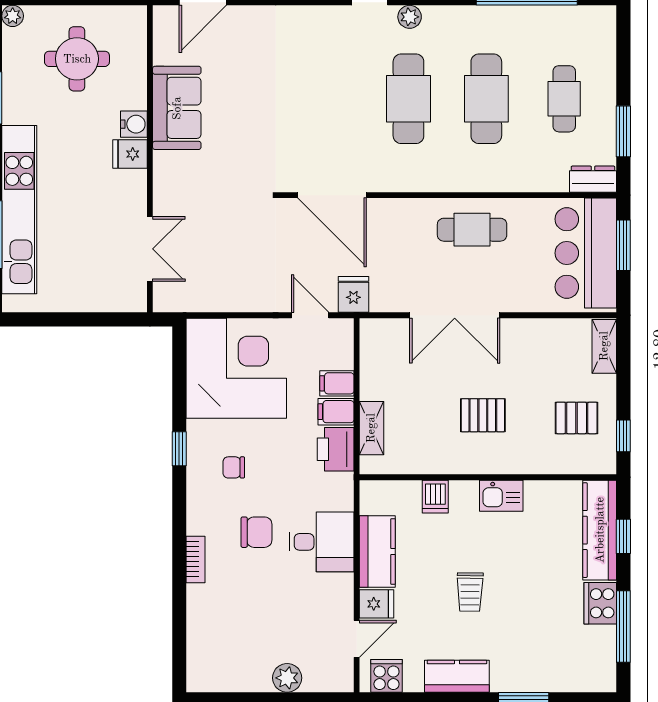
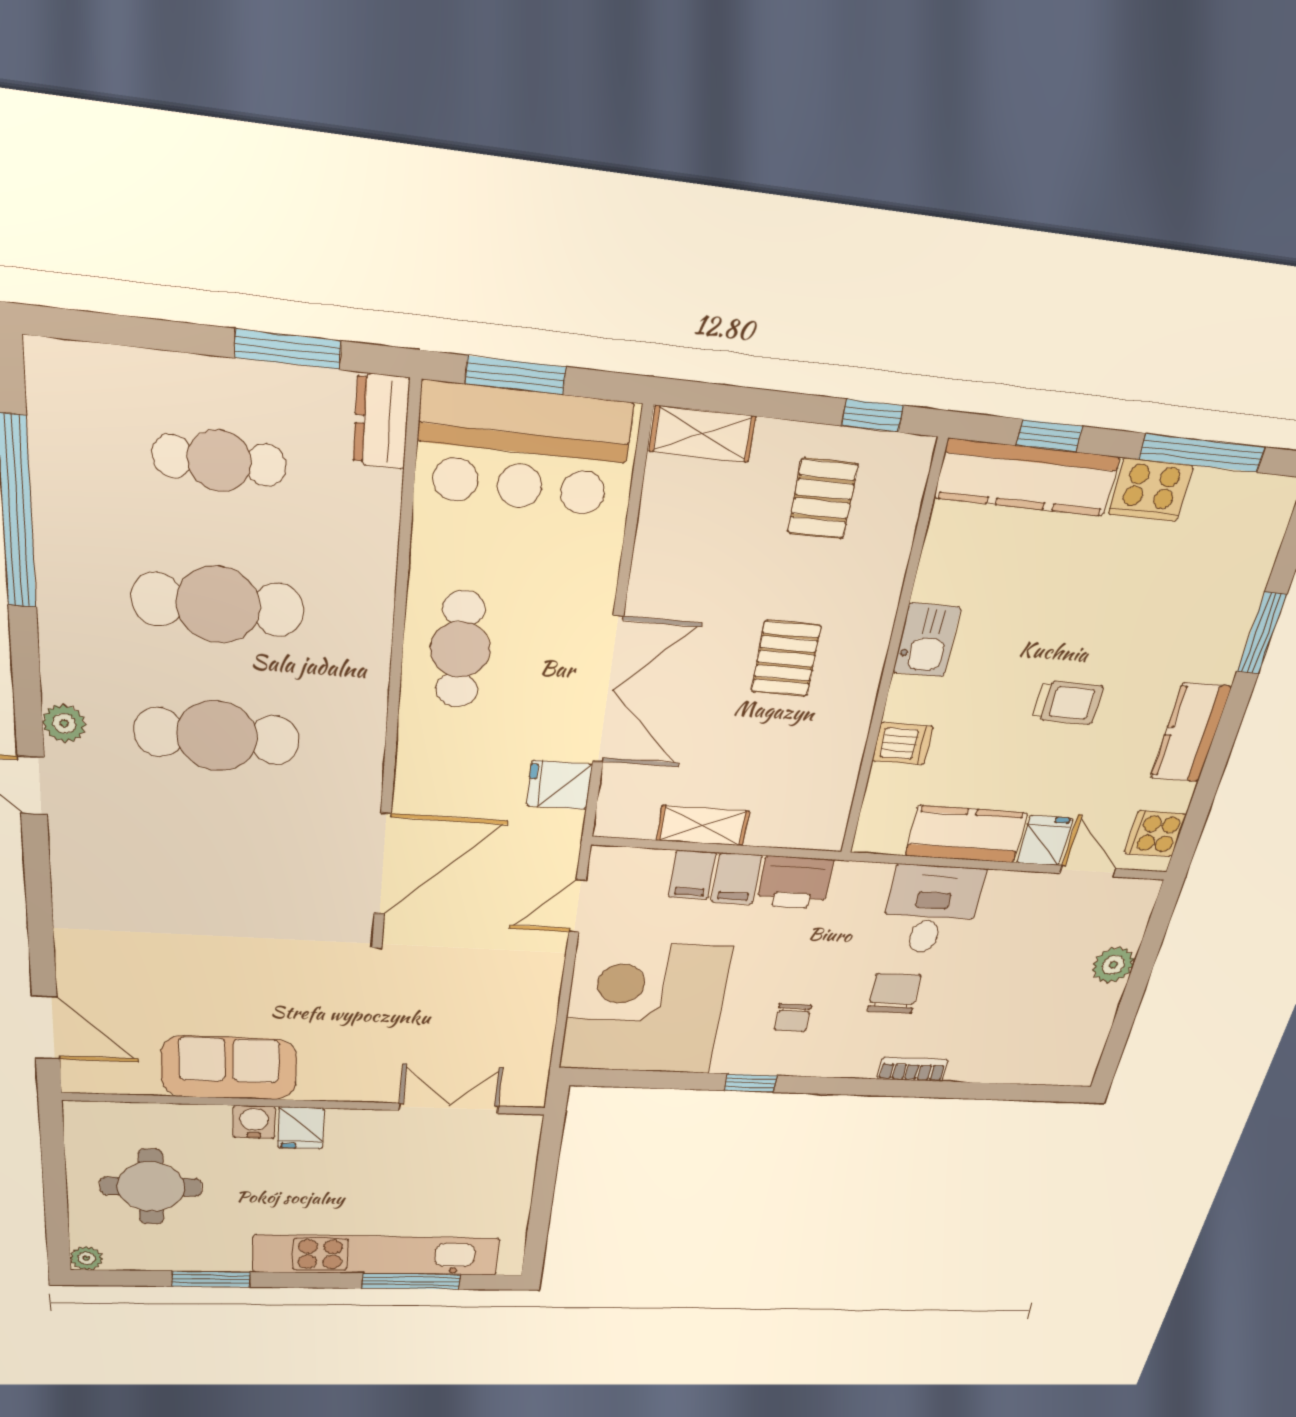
fridge: (353, 294) -> (559, 785), moved
shelving: (371, 428) -> (703, 826), moved

